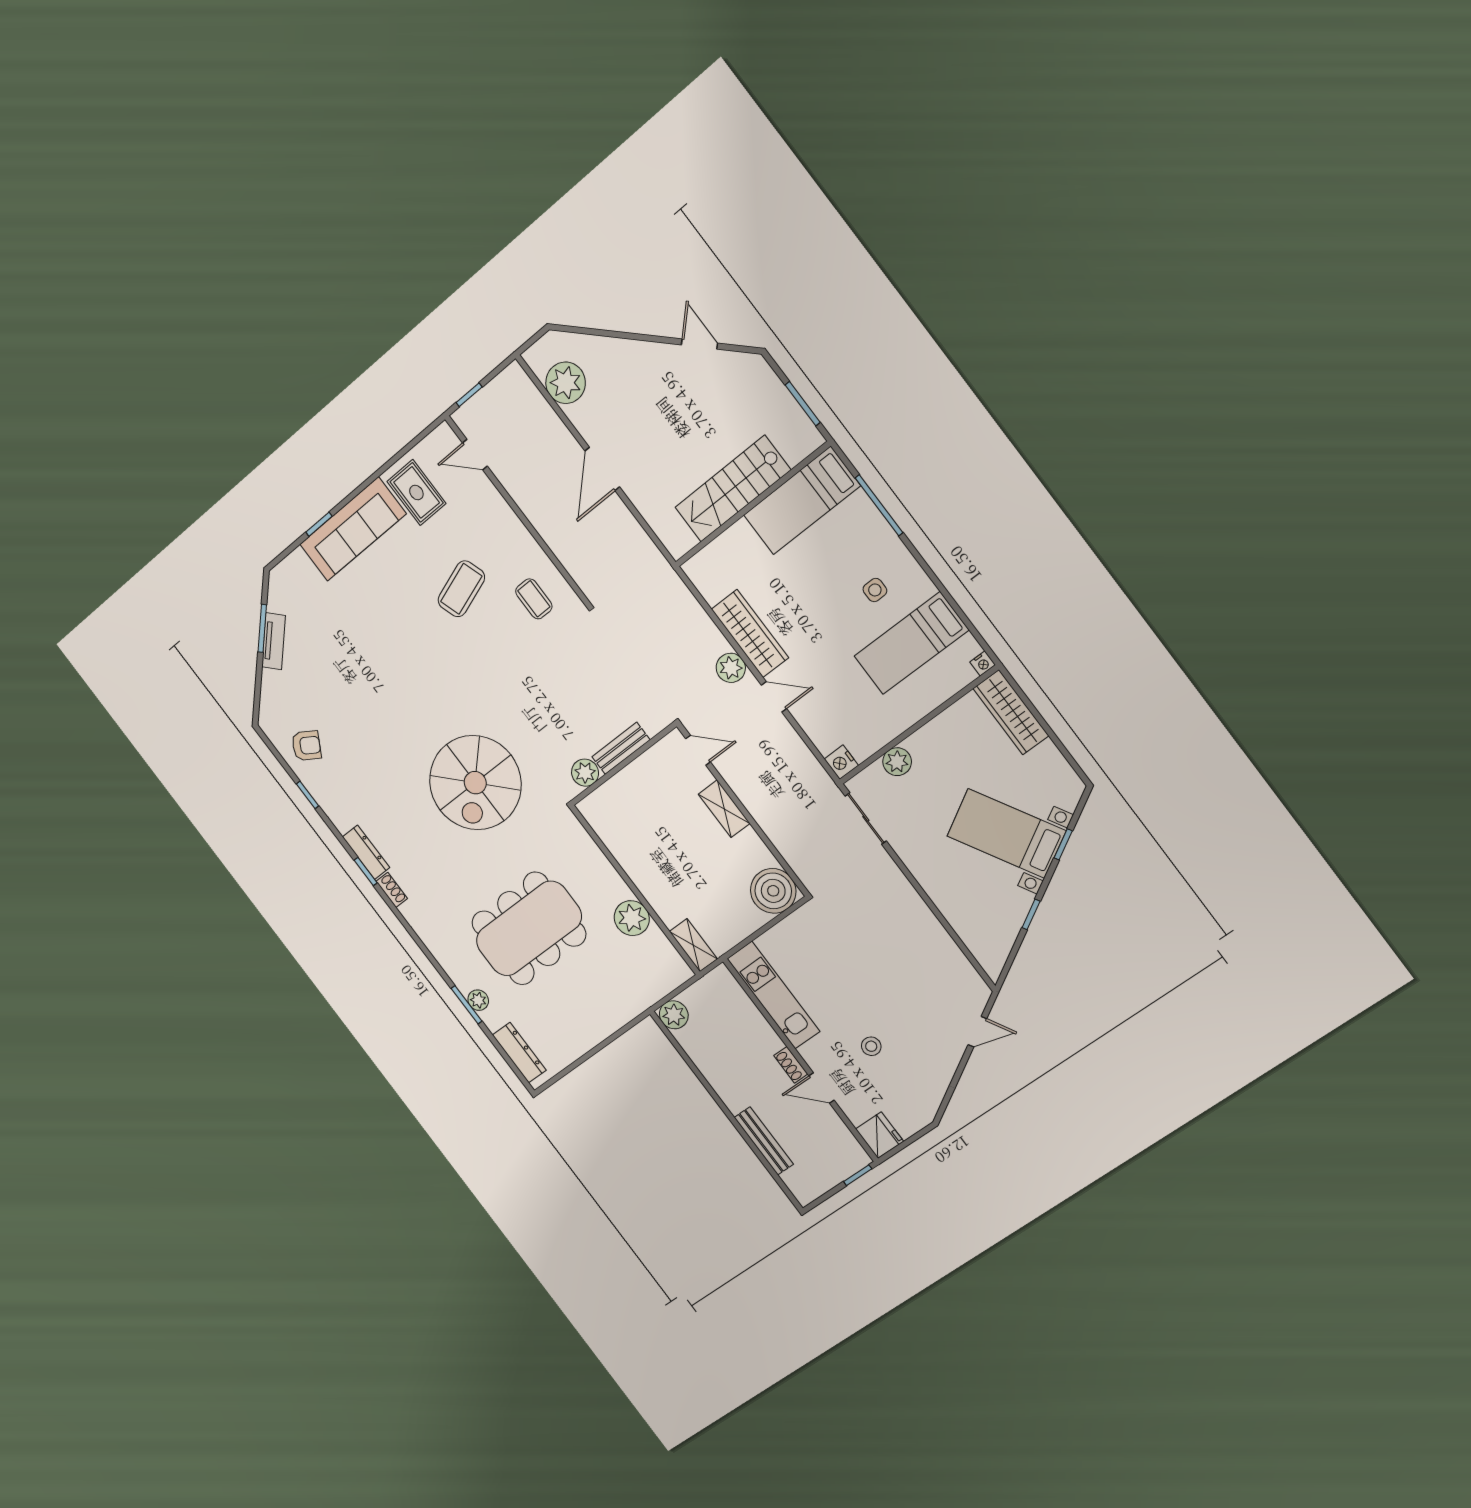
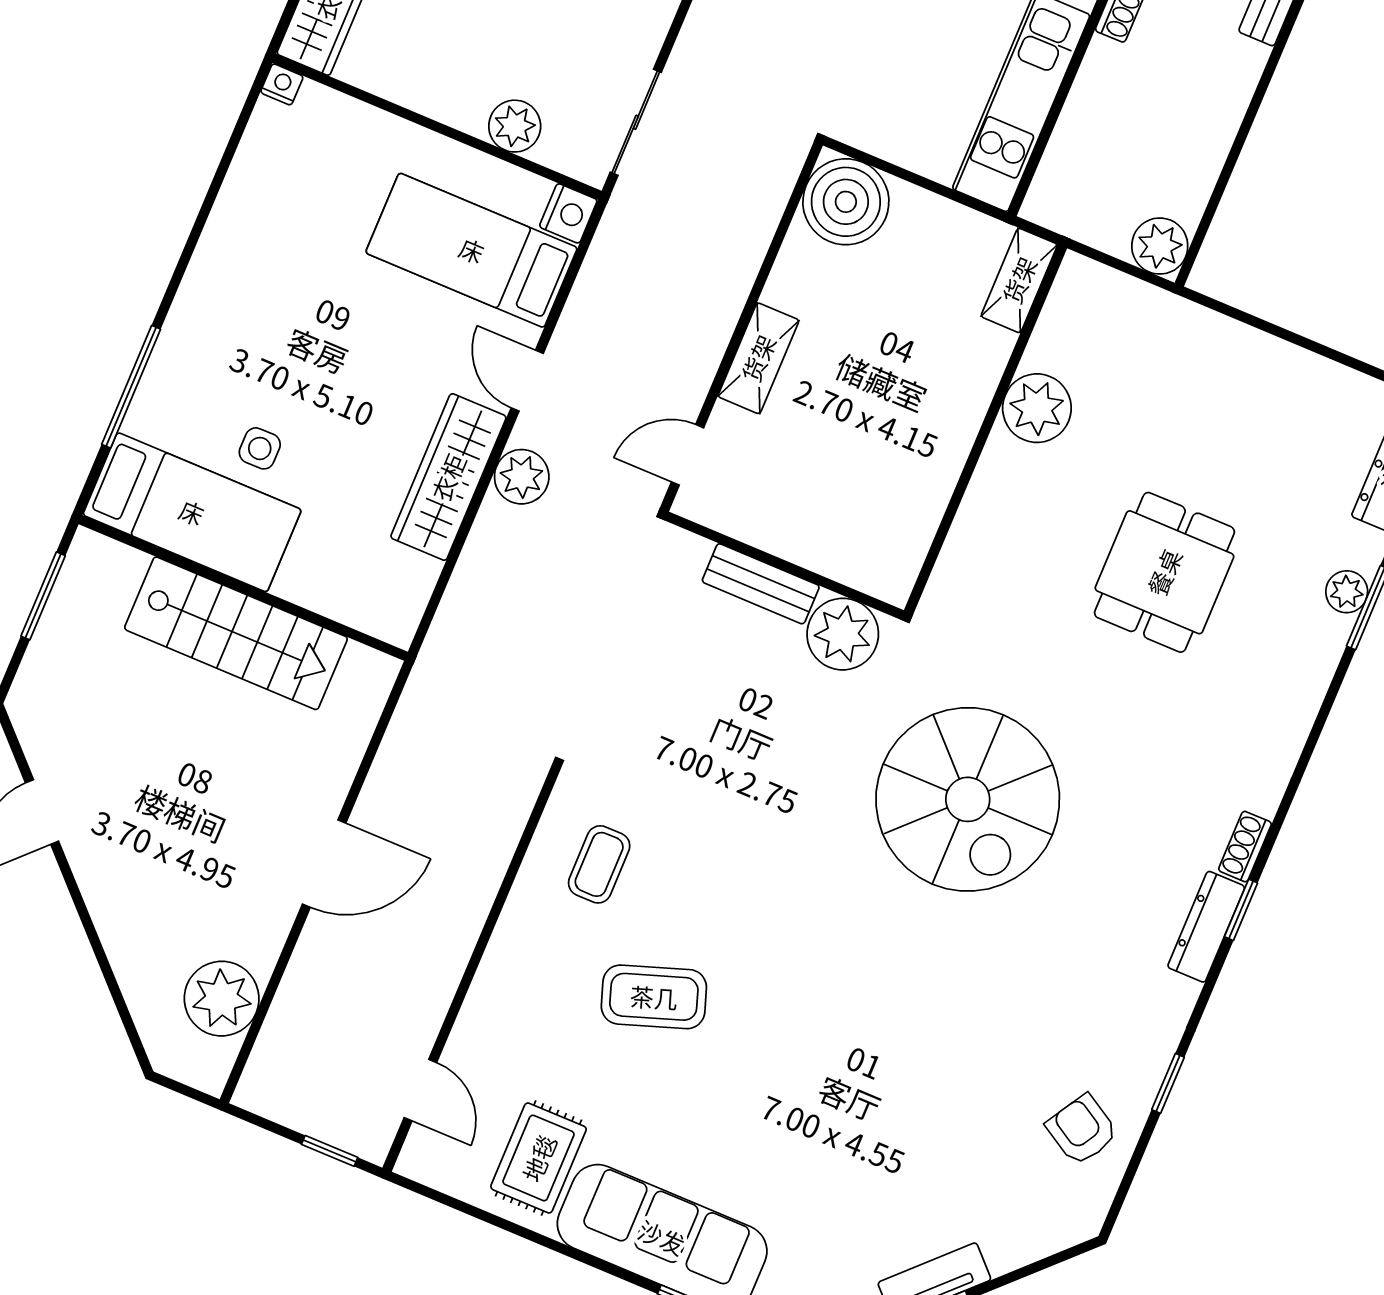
side table: (875, 590) -> (260, 448), moved
bed: (911, 643) -> (472, 250), moved, turned 180
door: (698, 750) -> (688, 455), hinge flipped
plant: (585, 773) -> (843, 634), width x1.36, depth x1.36
spiral stairs: (475, 783) -> (968, 799), turned 90
dining table: (529, 929) -> (1164, 572), width x0.53, depth x0.80

